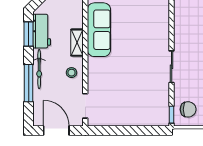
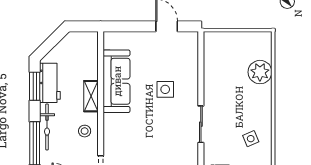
side table: (141, 37) -> (165, 89), added

